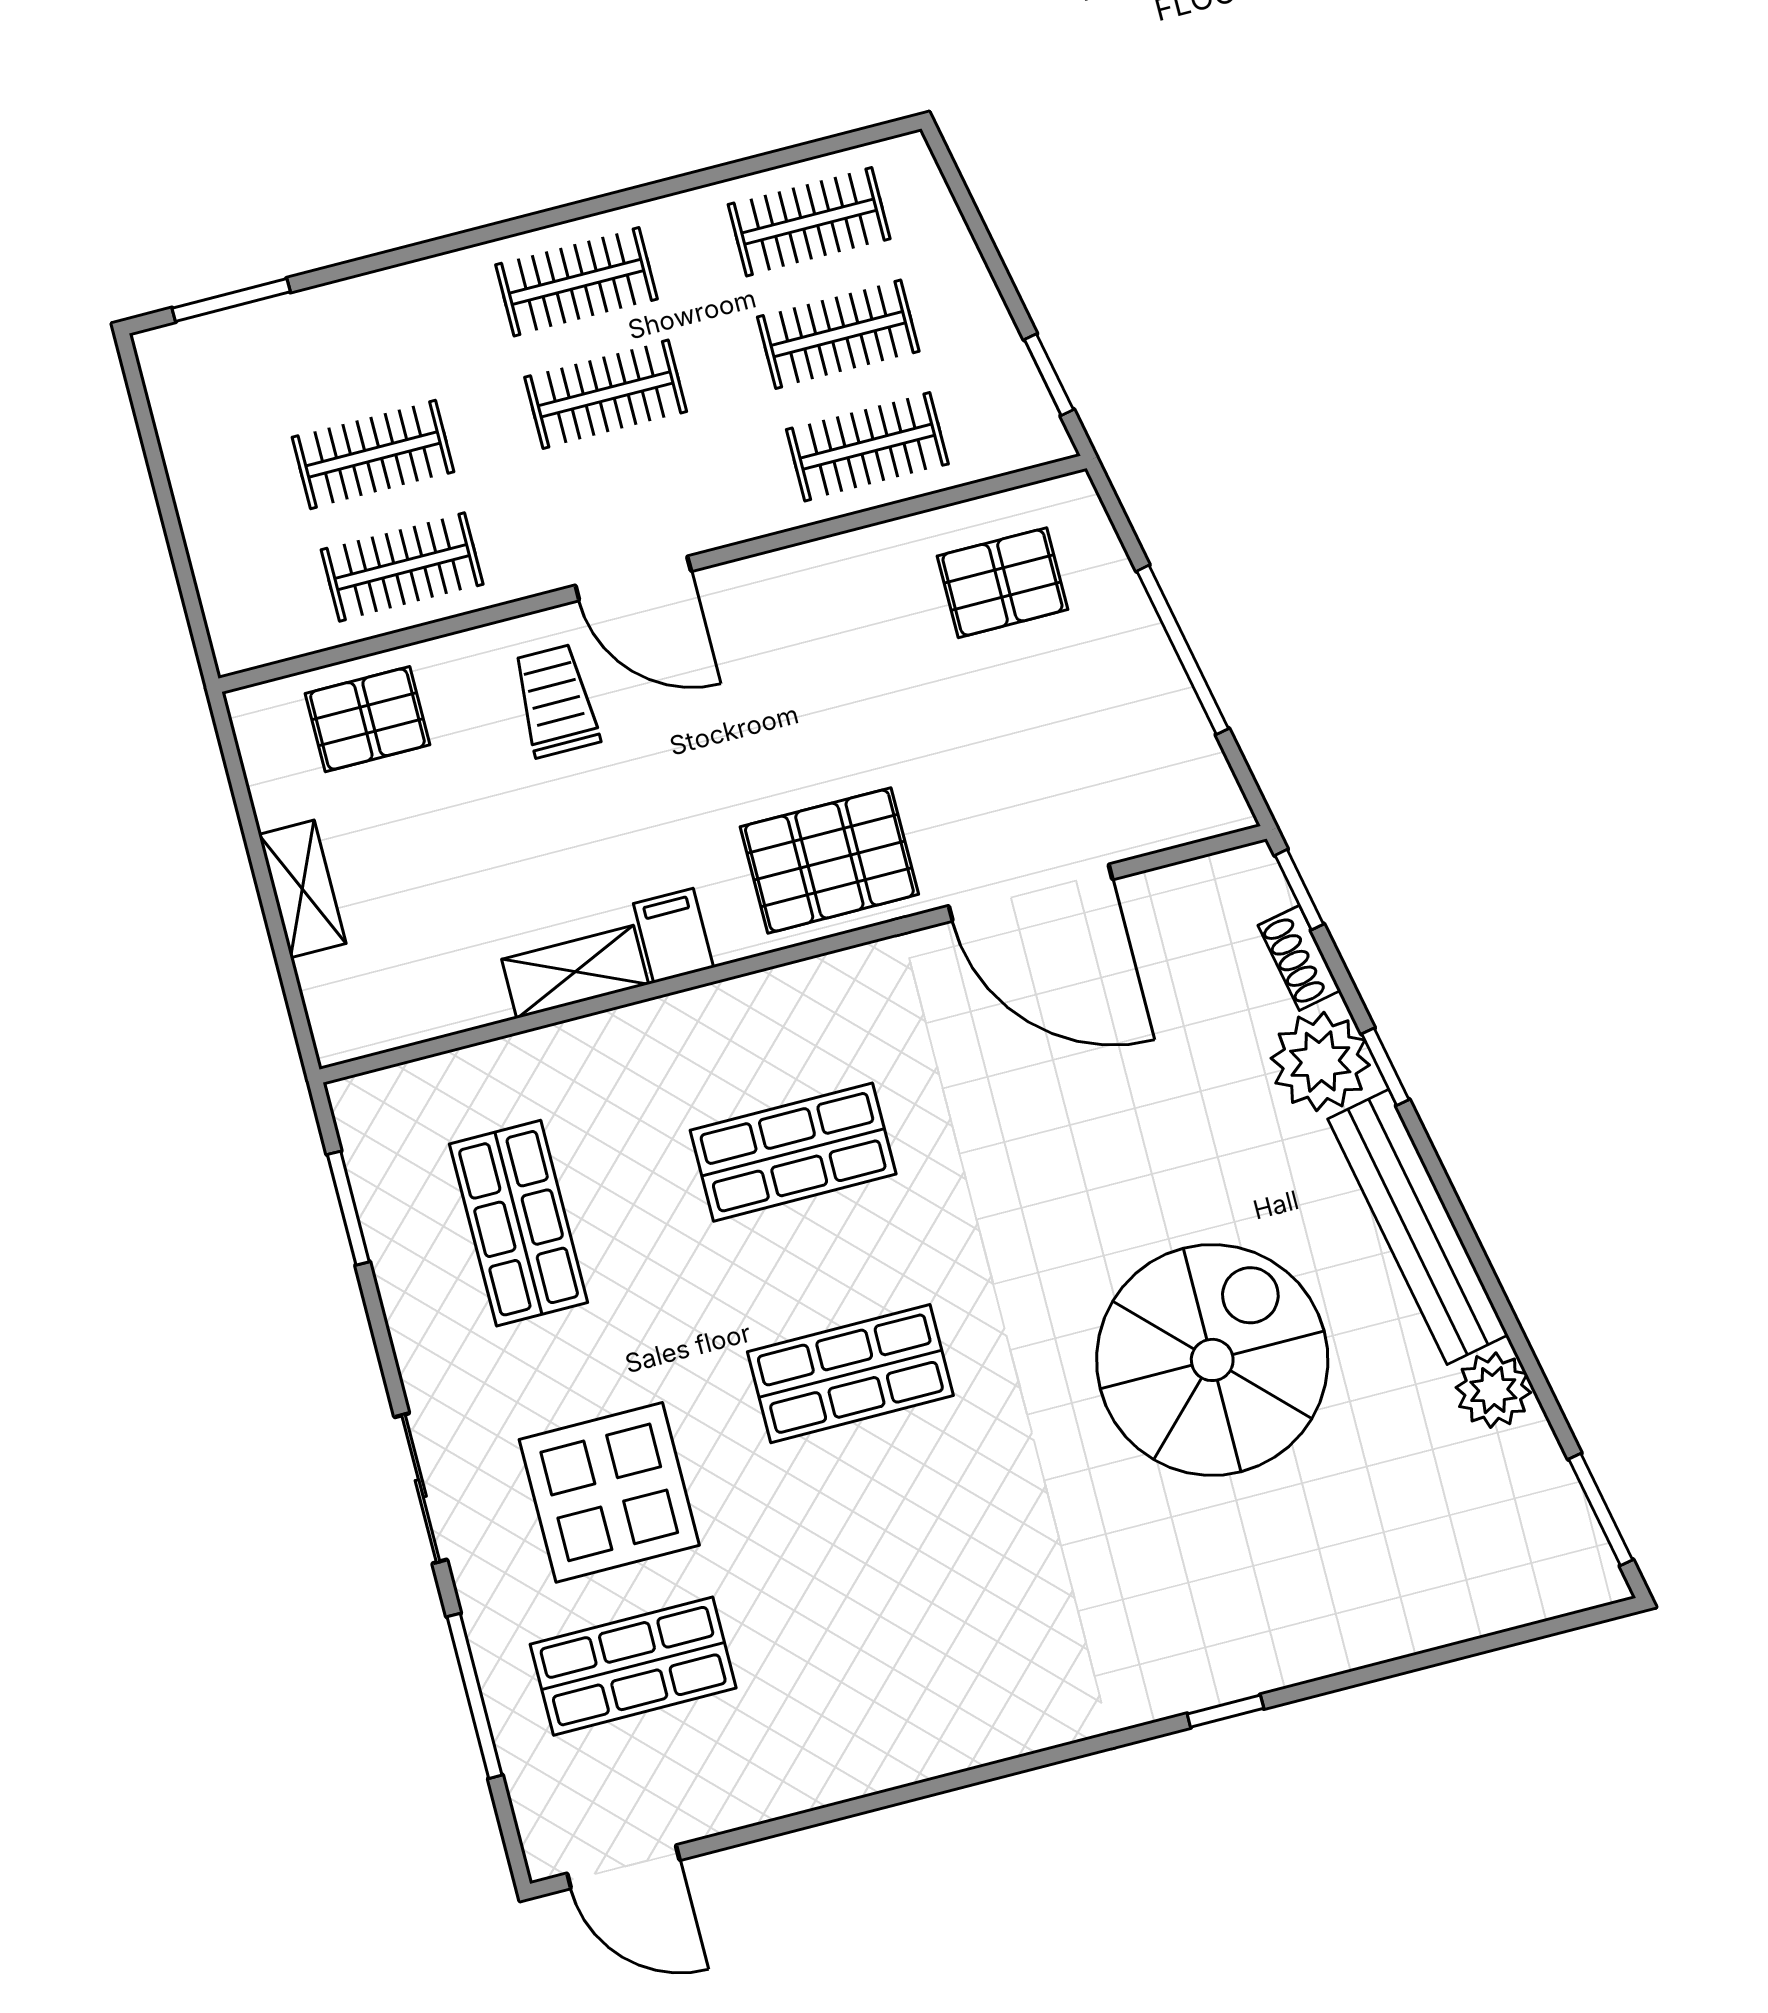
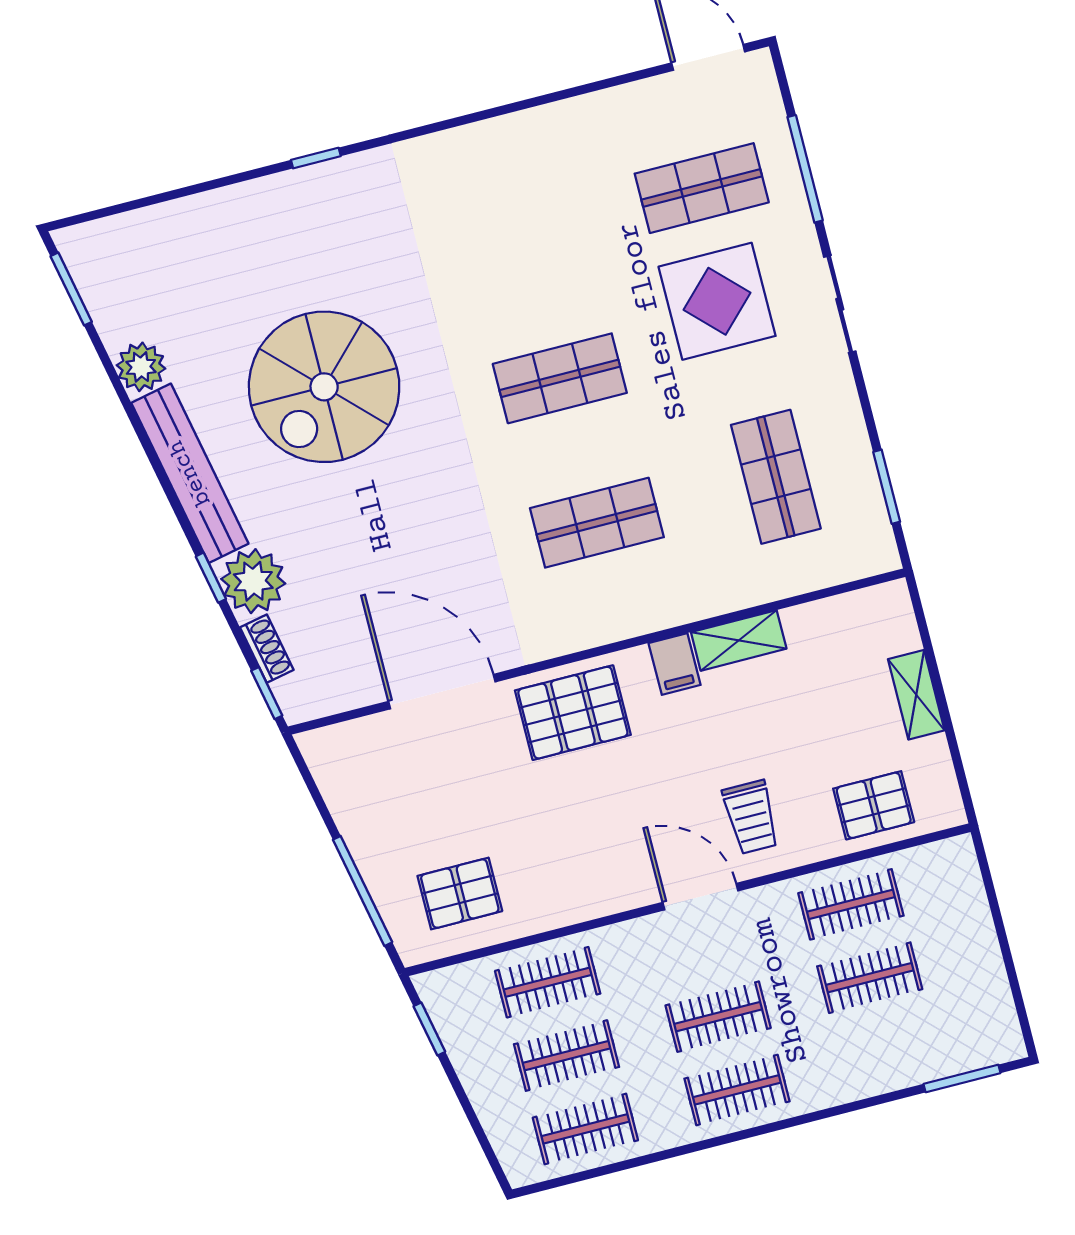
window: (1183, 650) -> (363, 891), moved

